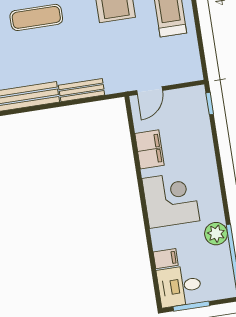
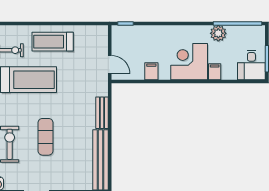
filing cabinet: (150, 149) -> (151, 71), width x0.50
filing cabinet: (166, 259) -> (215, 72), moved

